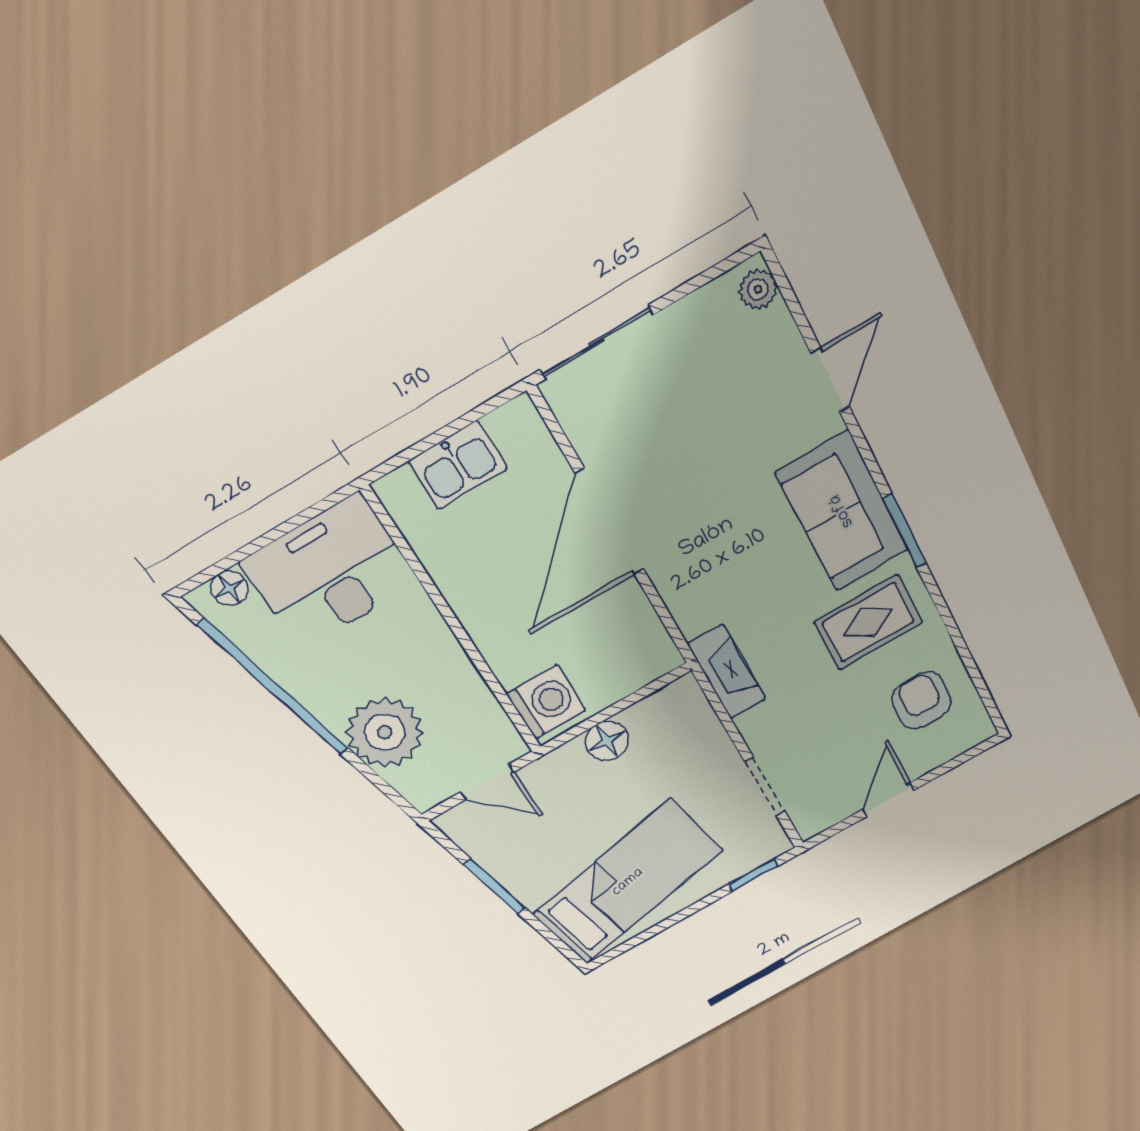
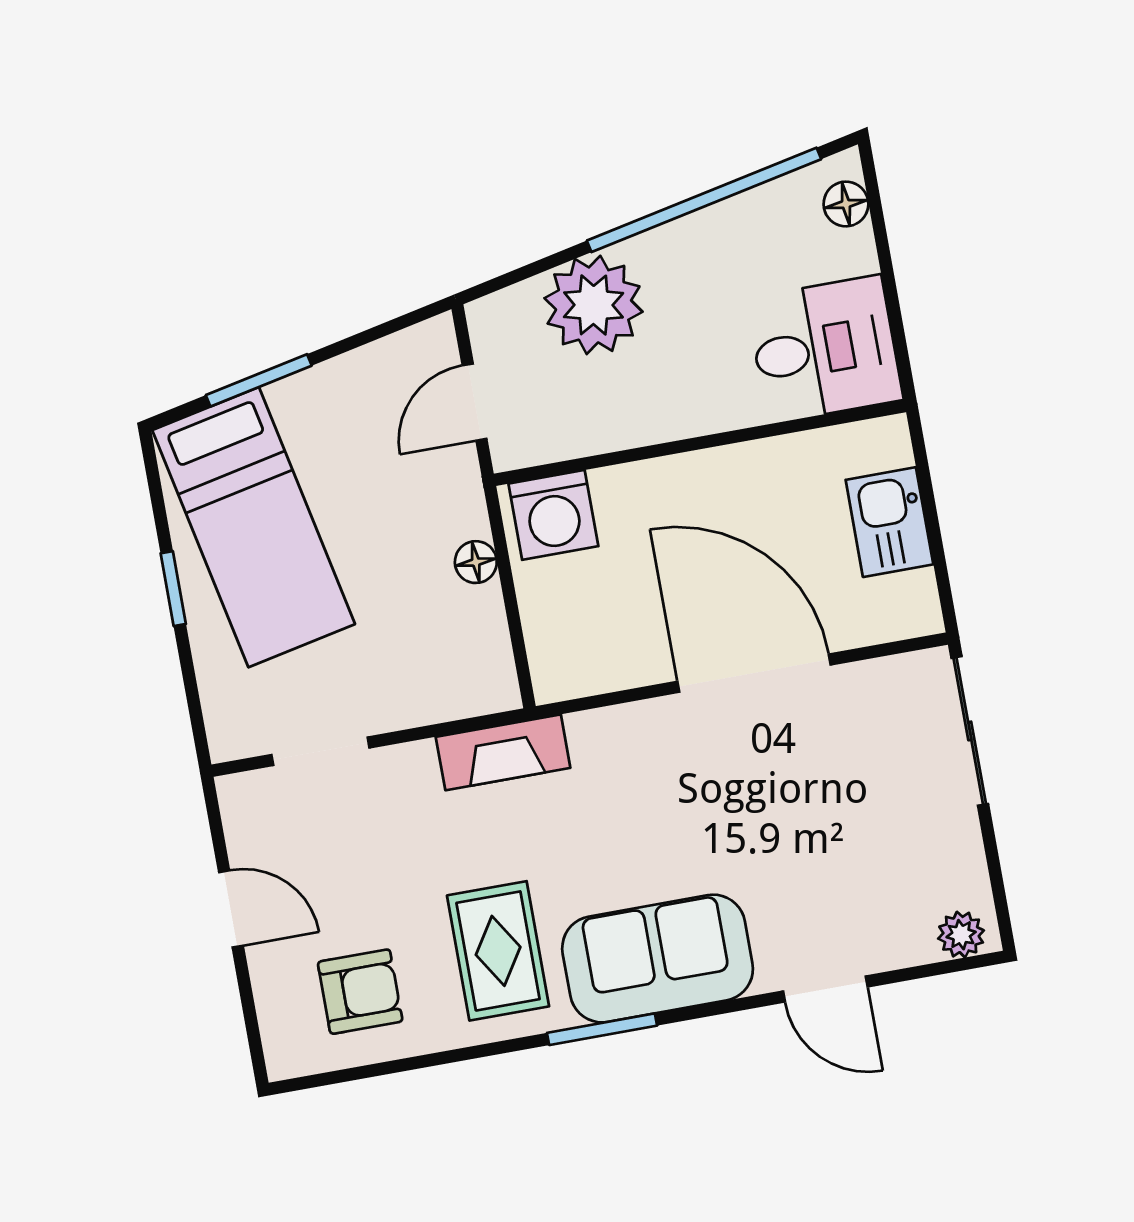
desk: (330, 572) -> (825, 349), width x0.73
floor lamp: (607, 741) -> (476, 562), width x0.73, depth x0.73
window: (753, 875) -> (173, 589), moved
window: (495, 887) -> (259, 380), moved

